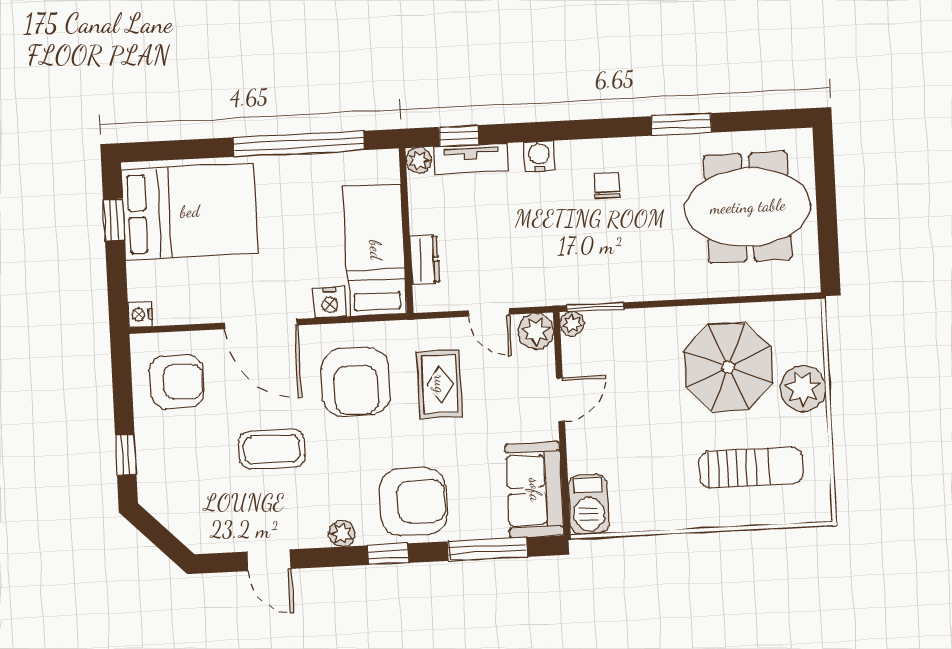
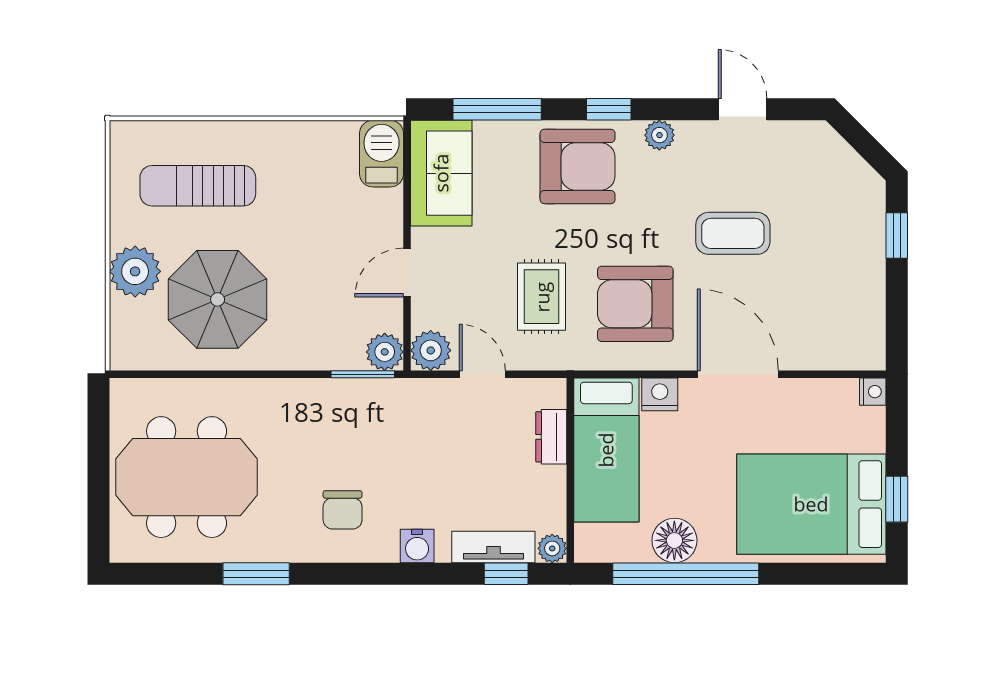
floor lamp: (310, 173) -> (674, 540), added
chair: (607, 185) -> (343, 510), width x1.37, depth x1.37
plant: (572, 324) -> (385, 352), width x1.38, depth x1.38
armchair: (177, 382) -> (836, 314), removed
armchair: (356, 382) -> (635, 304), turned -90
armchair: (413, 502) -> (578, 166), turned 180

